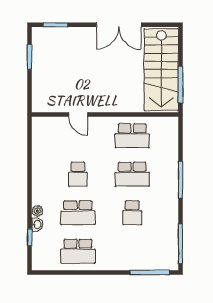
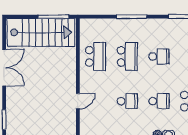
school desk: (78, 213) -> (159, 101), width x0.54

